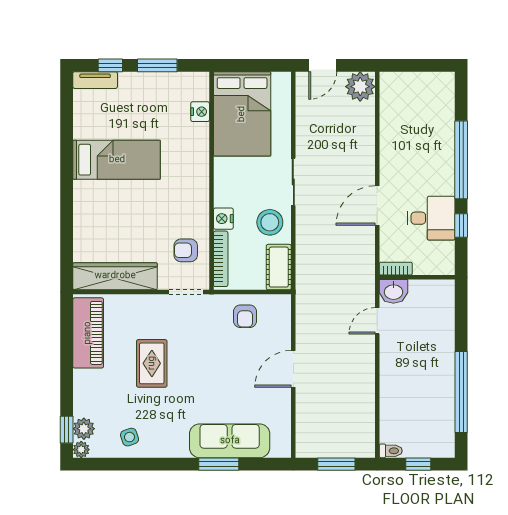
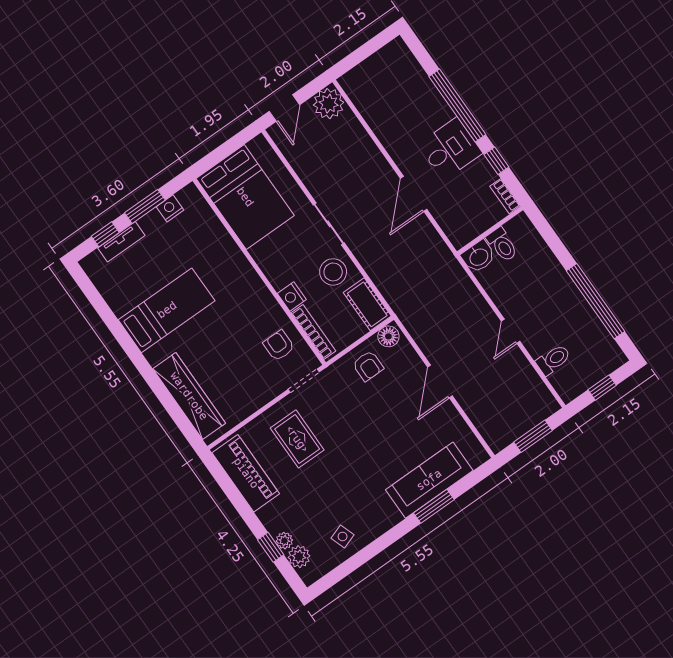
tv unit: (95, 80) -> (121, 242), moved
nightstand: (200, 112) -> (170, 208), moved, turned -90
desk: (431, 218) -> (450, 149), moved
armchair: (186, 250) -> (279, 346), turned 90
bookcase: (396, 269) -> (505, 196), moved, turned -90
wardrobe: (115, 276) -> (189, 396), moved, turned 90
toilet: (419, 295) -> (502, 245), added
floor lamp: (278, 304) -> (388, 336), added
door: (377, 321) -> (511, 331), moved
rug: (152, 363) -> (297, 439), moved
window: (67, 430) -> (271, 547), moved
plant: (81, 450) -> (284, 541), moved
toilet: (391, 451) -> (553, 360), moved, width x1.37, depth x1.39

